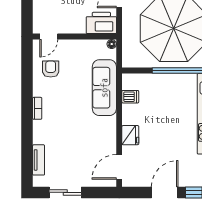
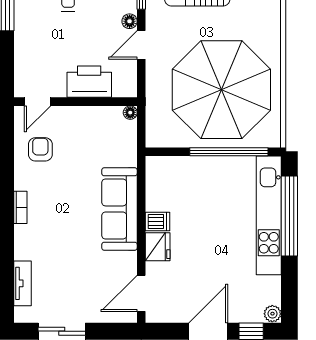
printer: (101, 23) -> (89, 82), moved
sofa: (104, 88) -> (119, 209), moved
dishwasher: (130, 97) -> (158, 221), moved

